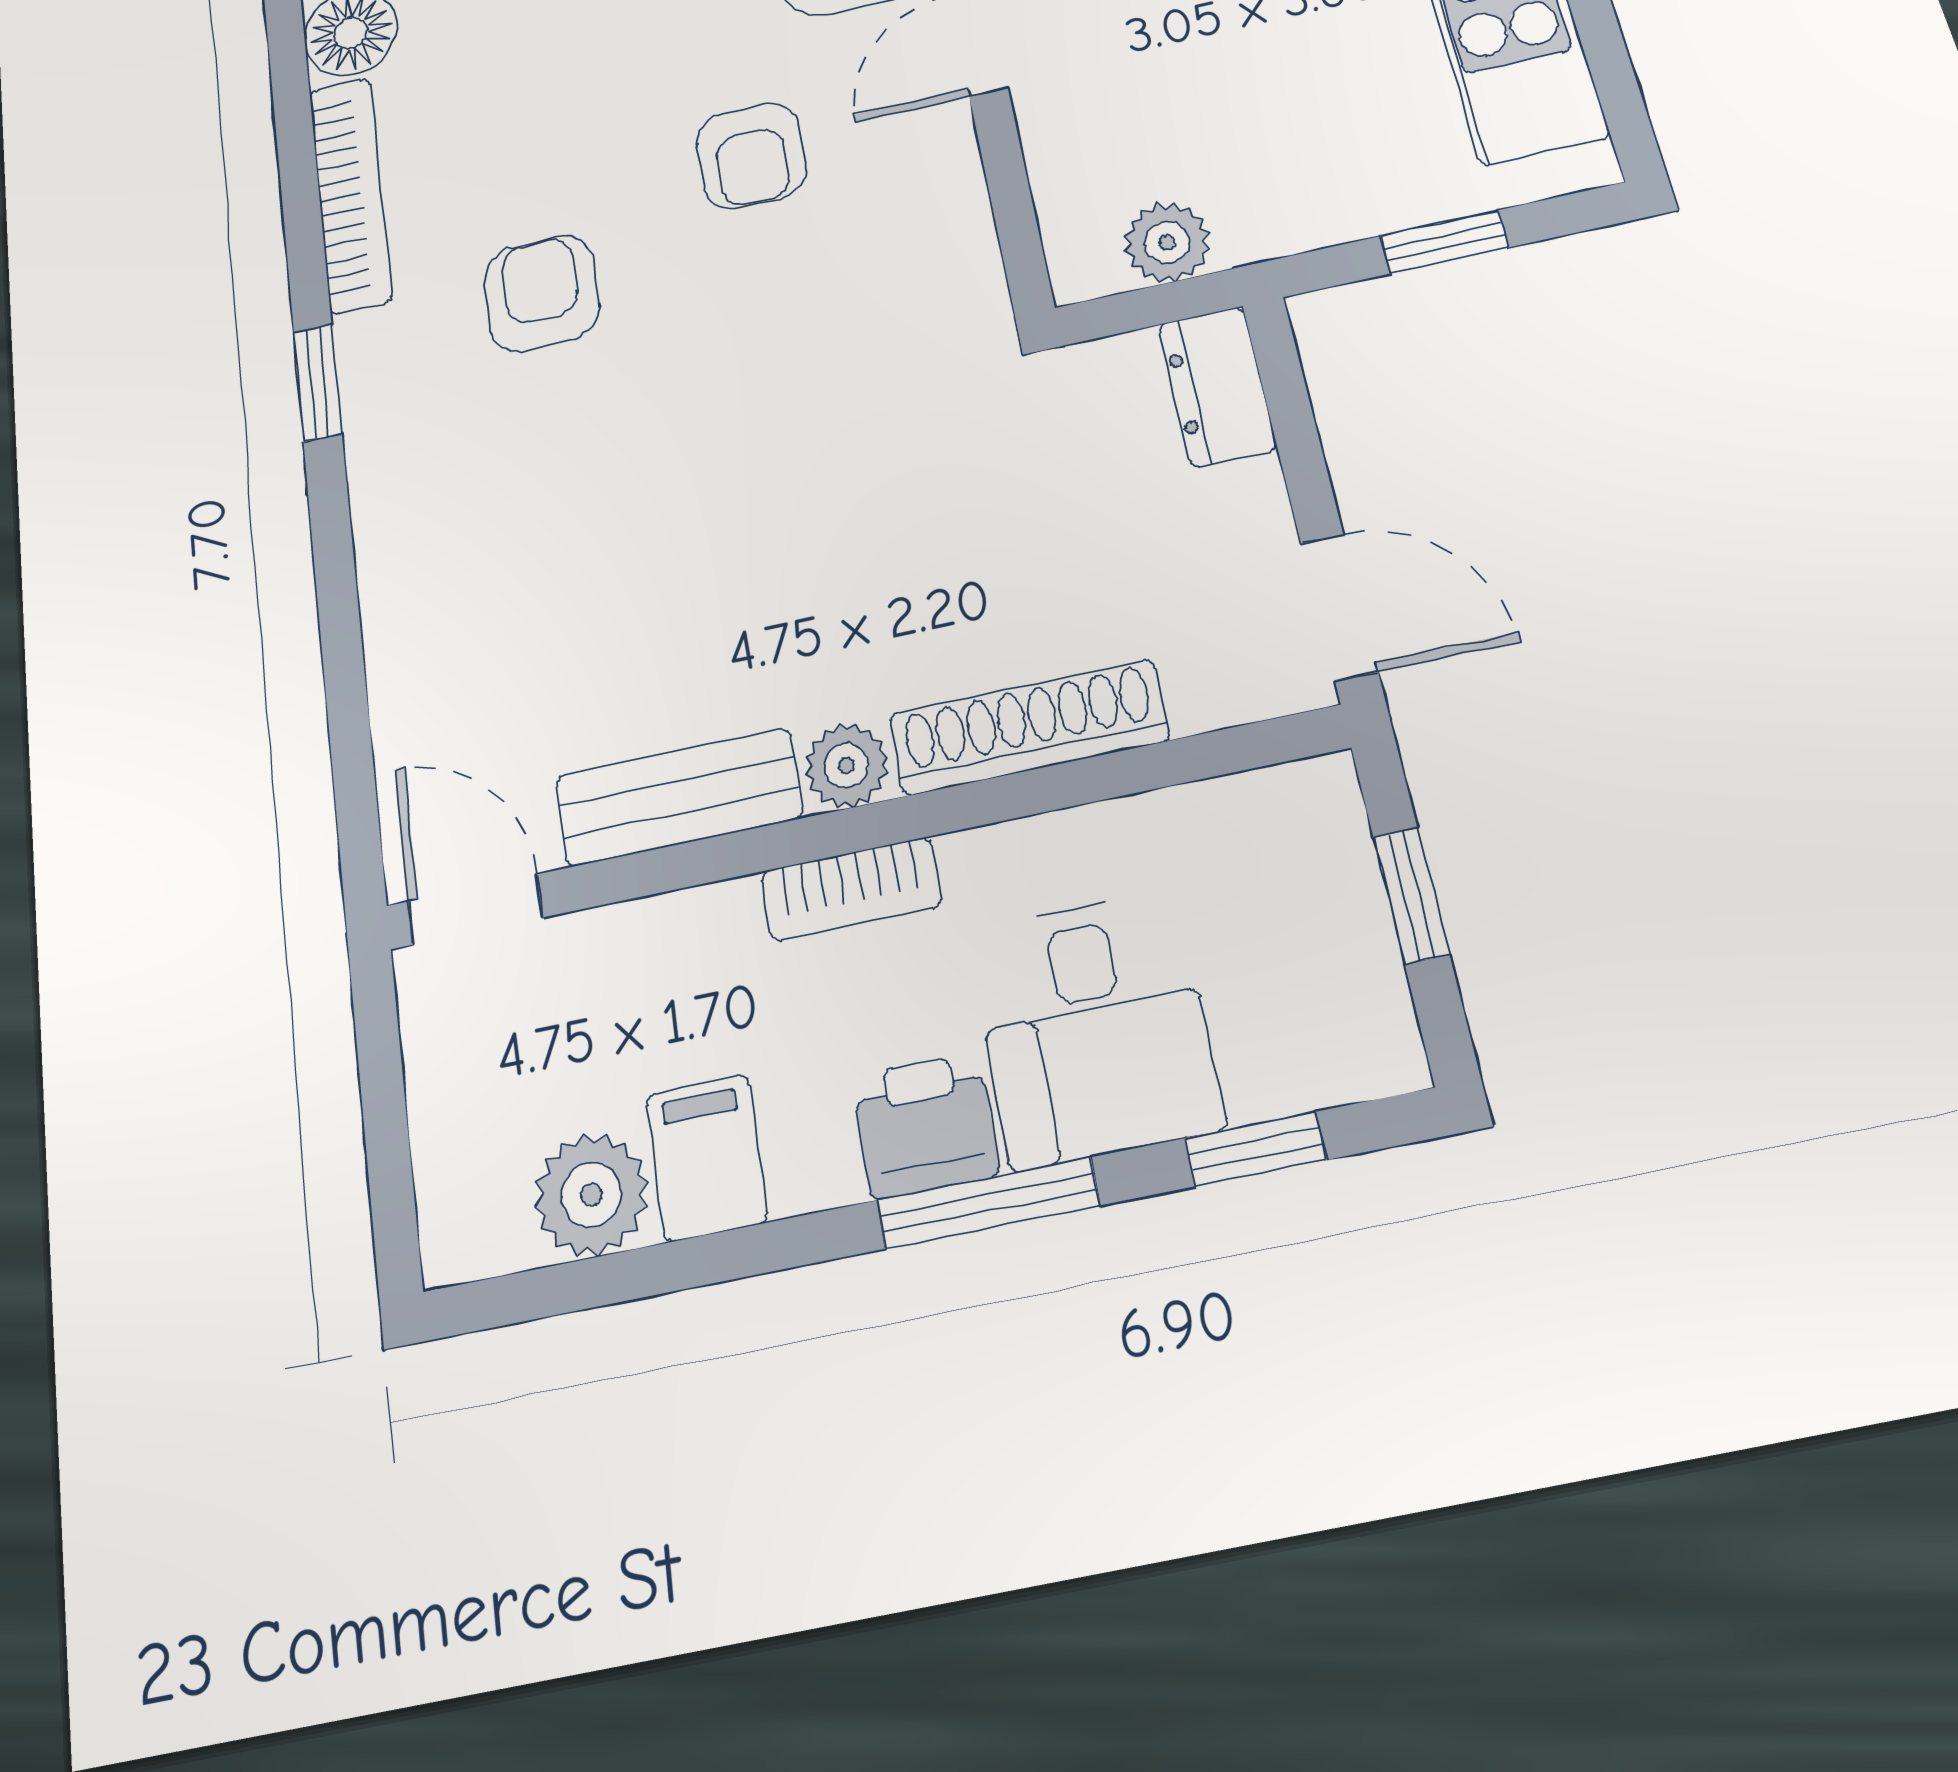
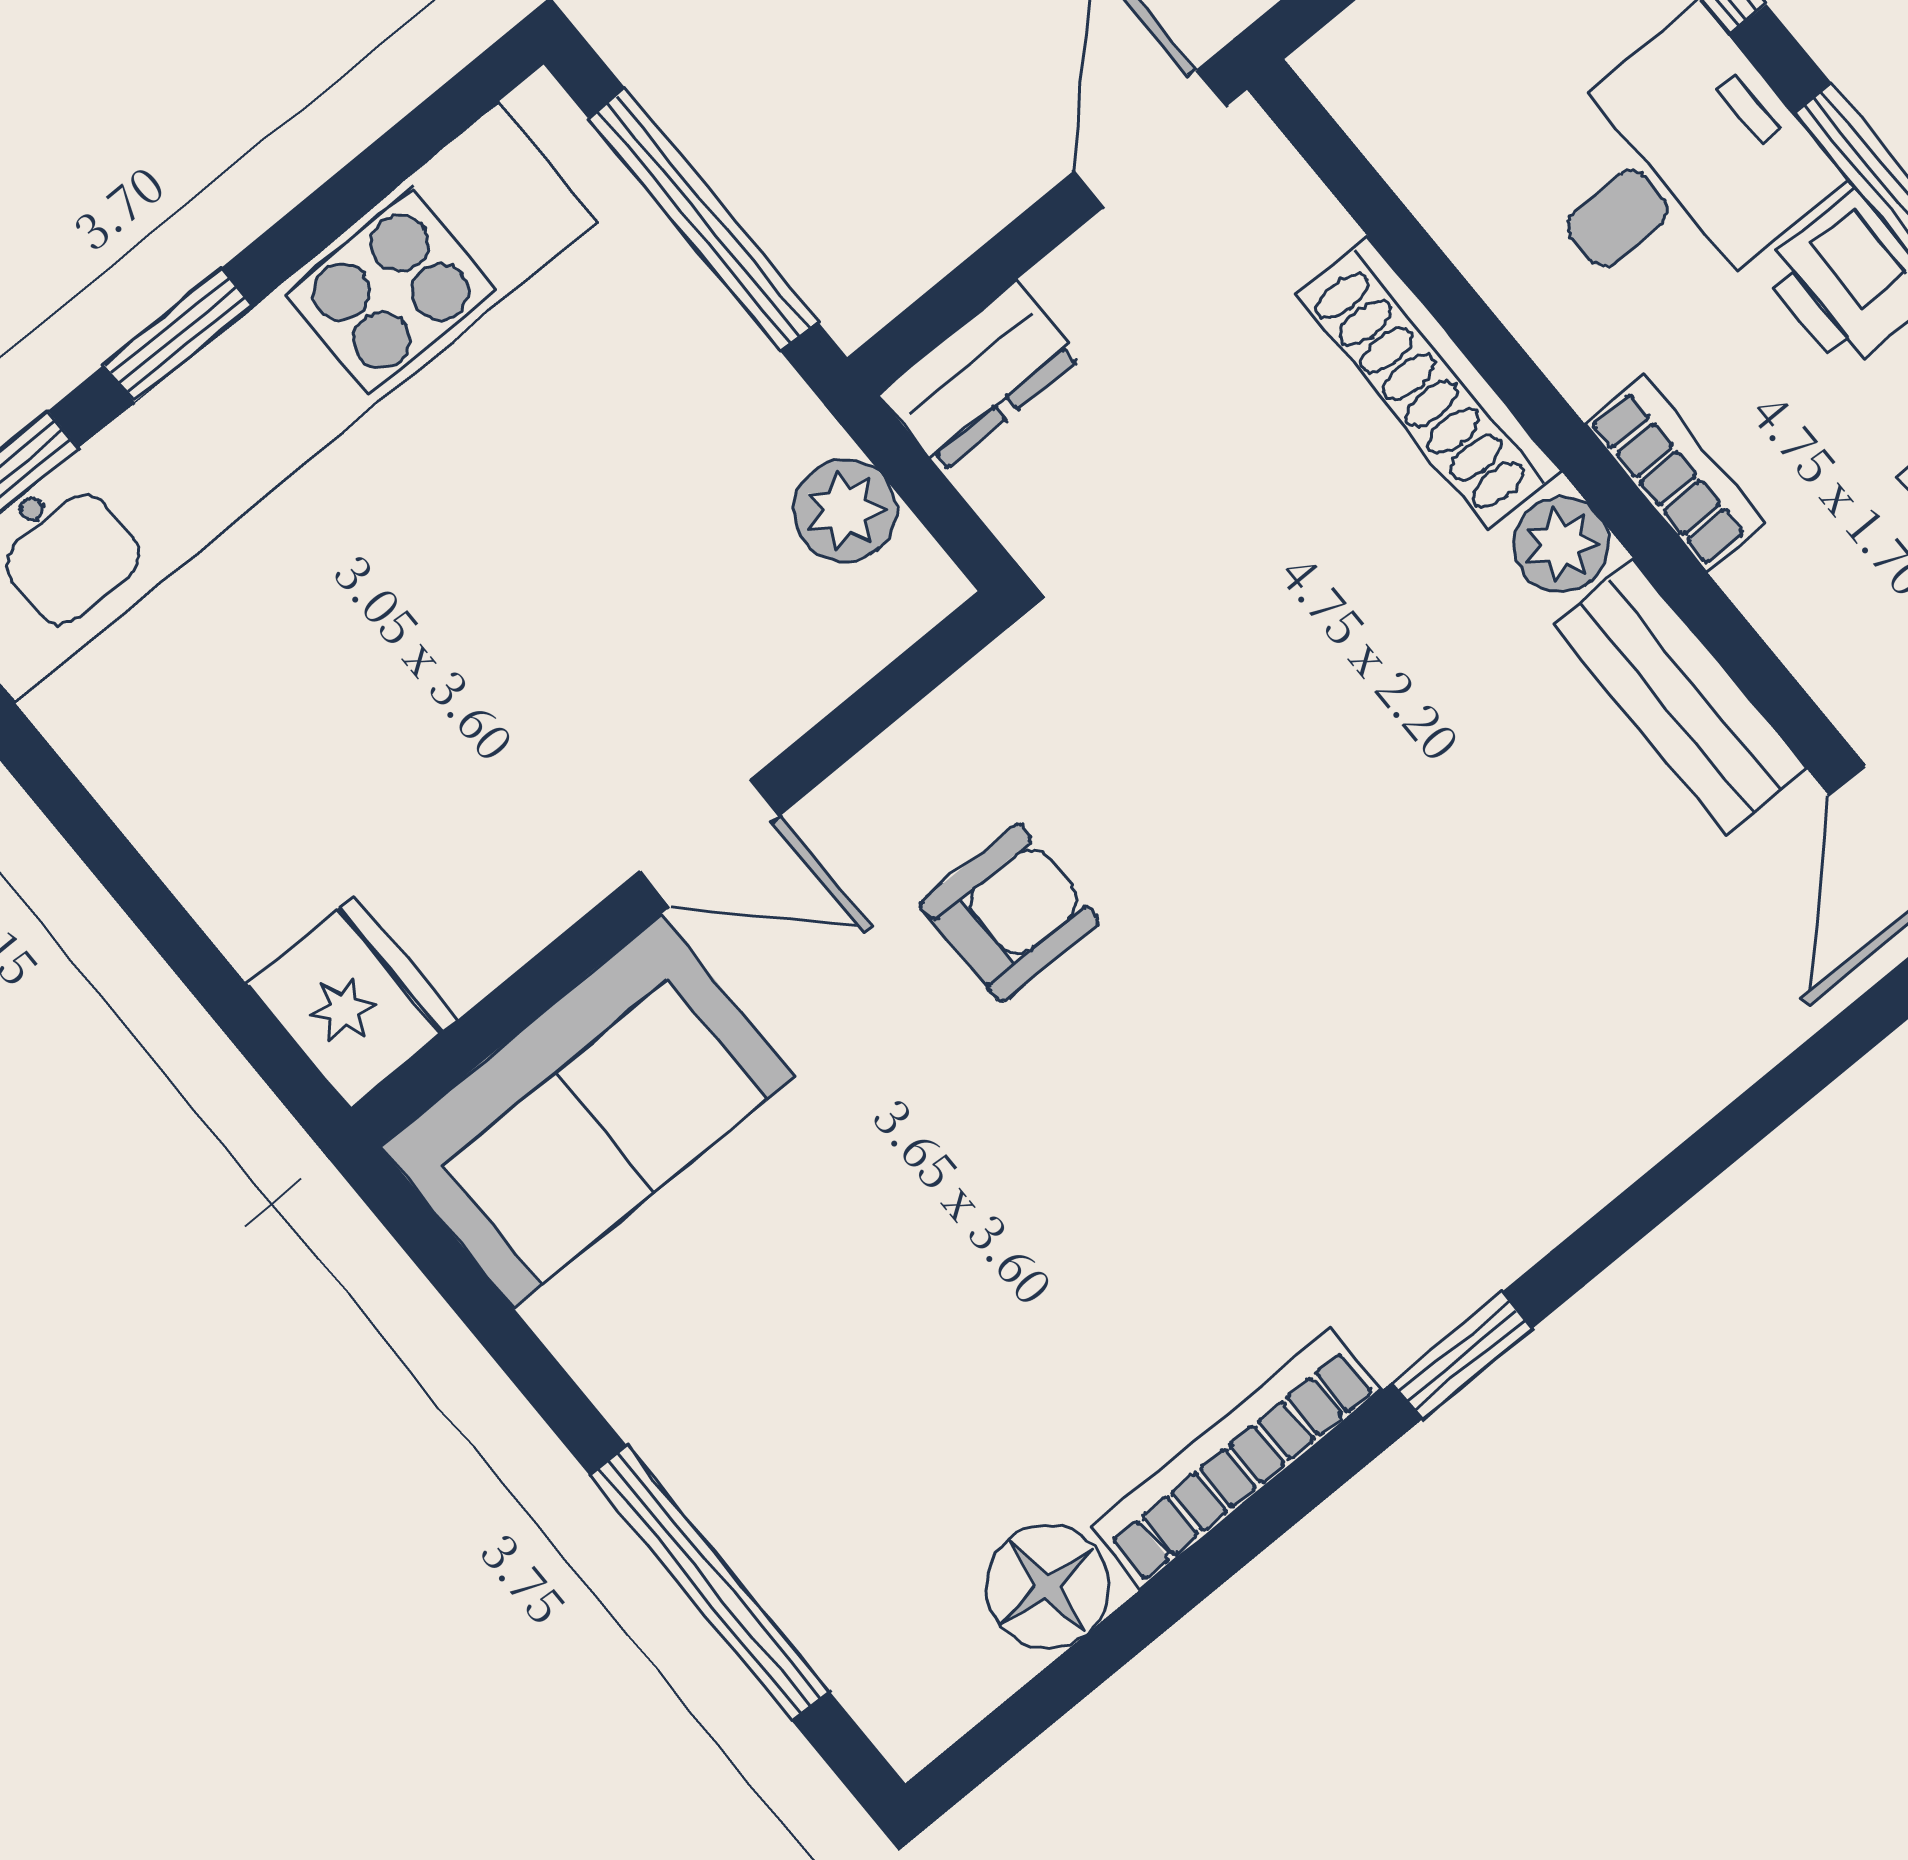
armchair: (751, 156) -> (1010, 913), moved
window: (1444, 242) -> (703, 220), width x2.17
armchair: (542, 293) -> (1239, 1165), removed

